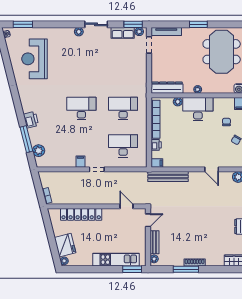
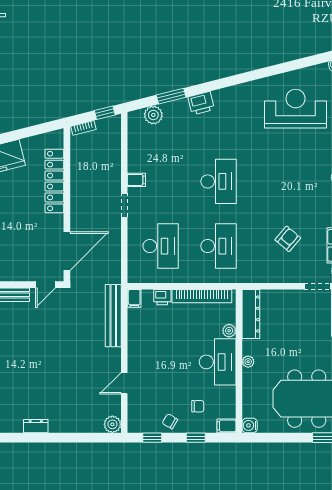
armchair: (118, 64) -> (288, 239), added
window: (26, 139) -> (171, 96), width x0.69
window: (37, 182) -> (105, 113), added
door: (126, 206) -> (67, 251), width x1.88
door: (148, 220) -> (45, 285), hinge flipped

